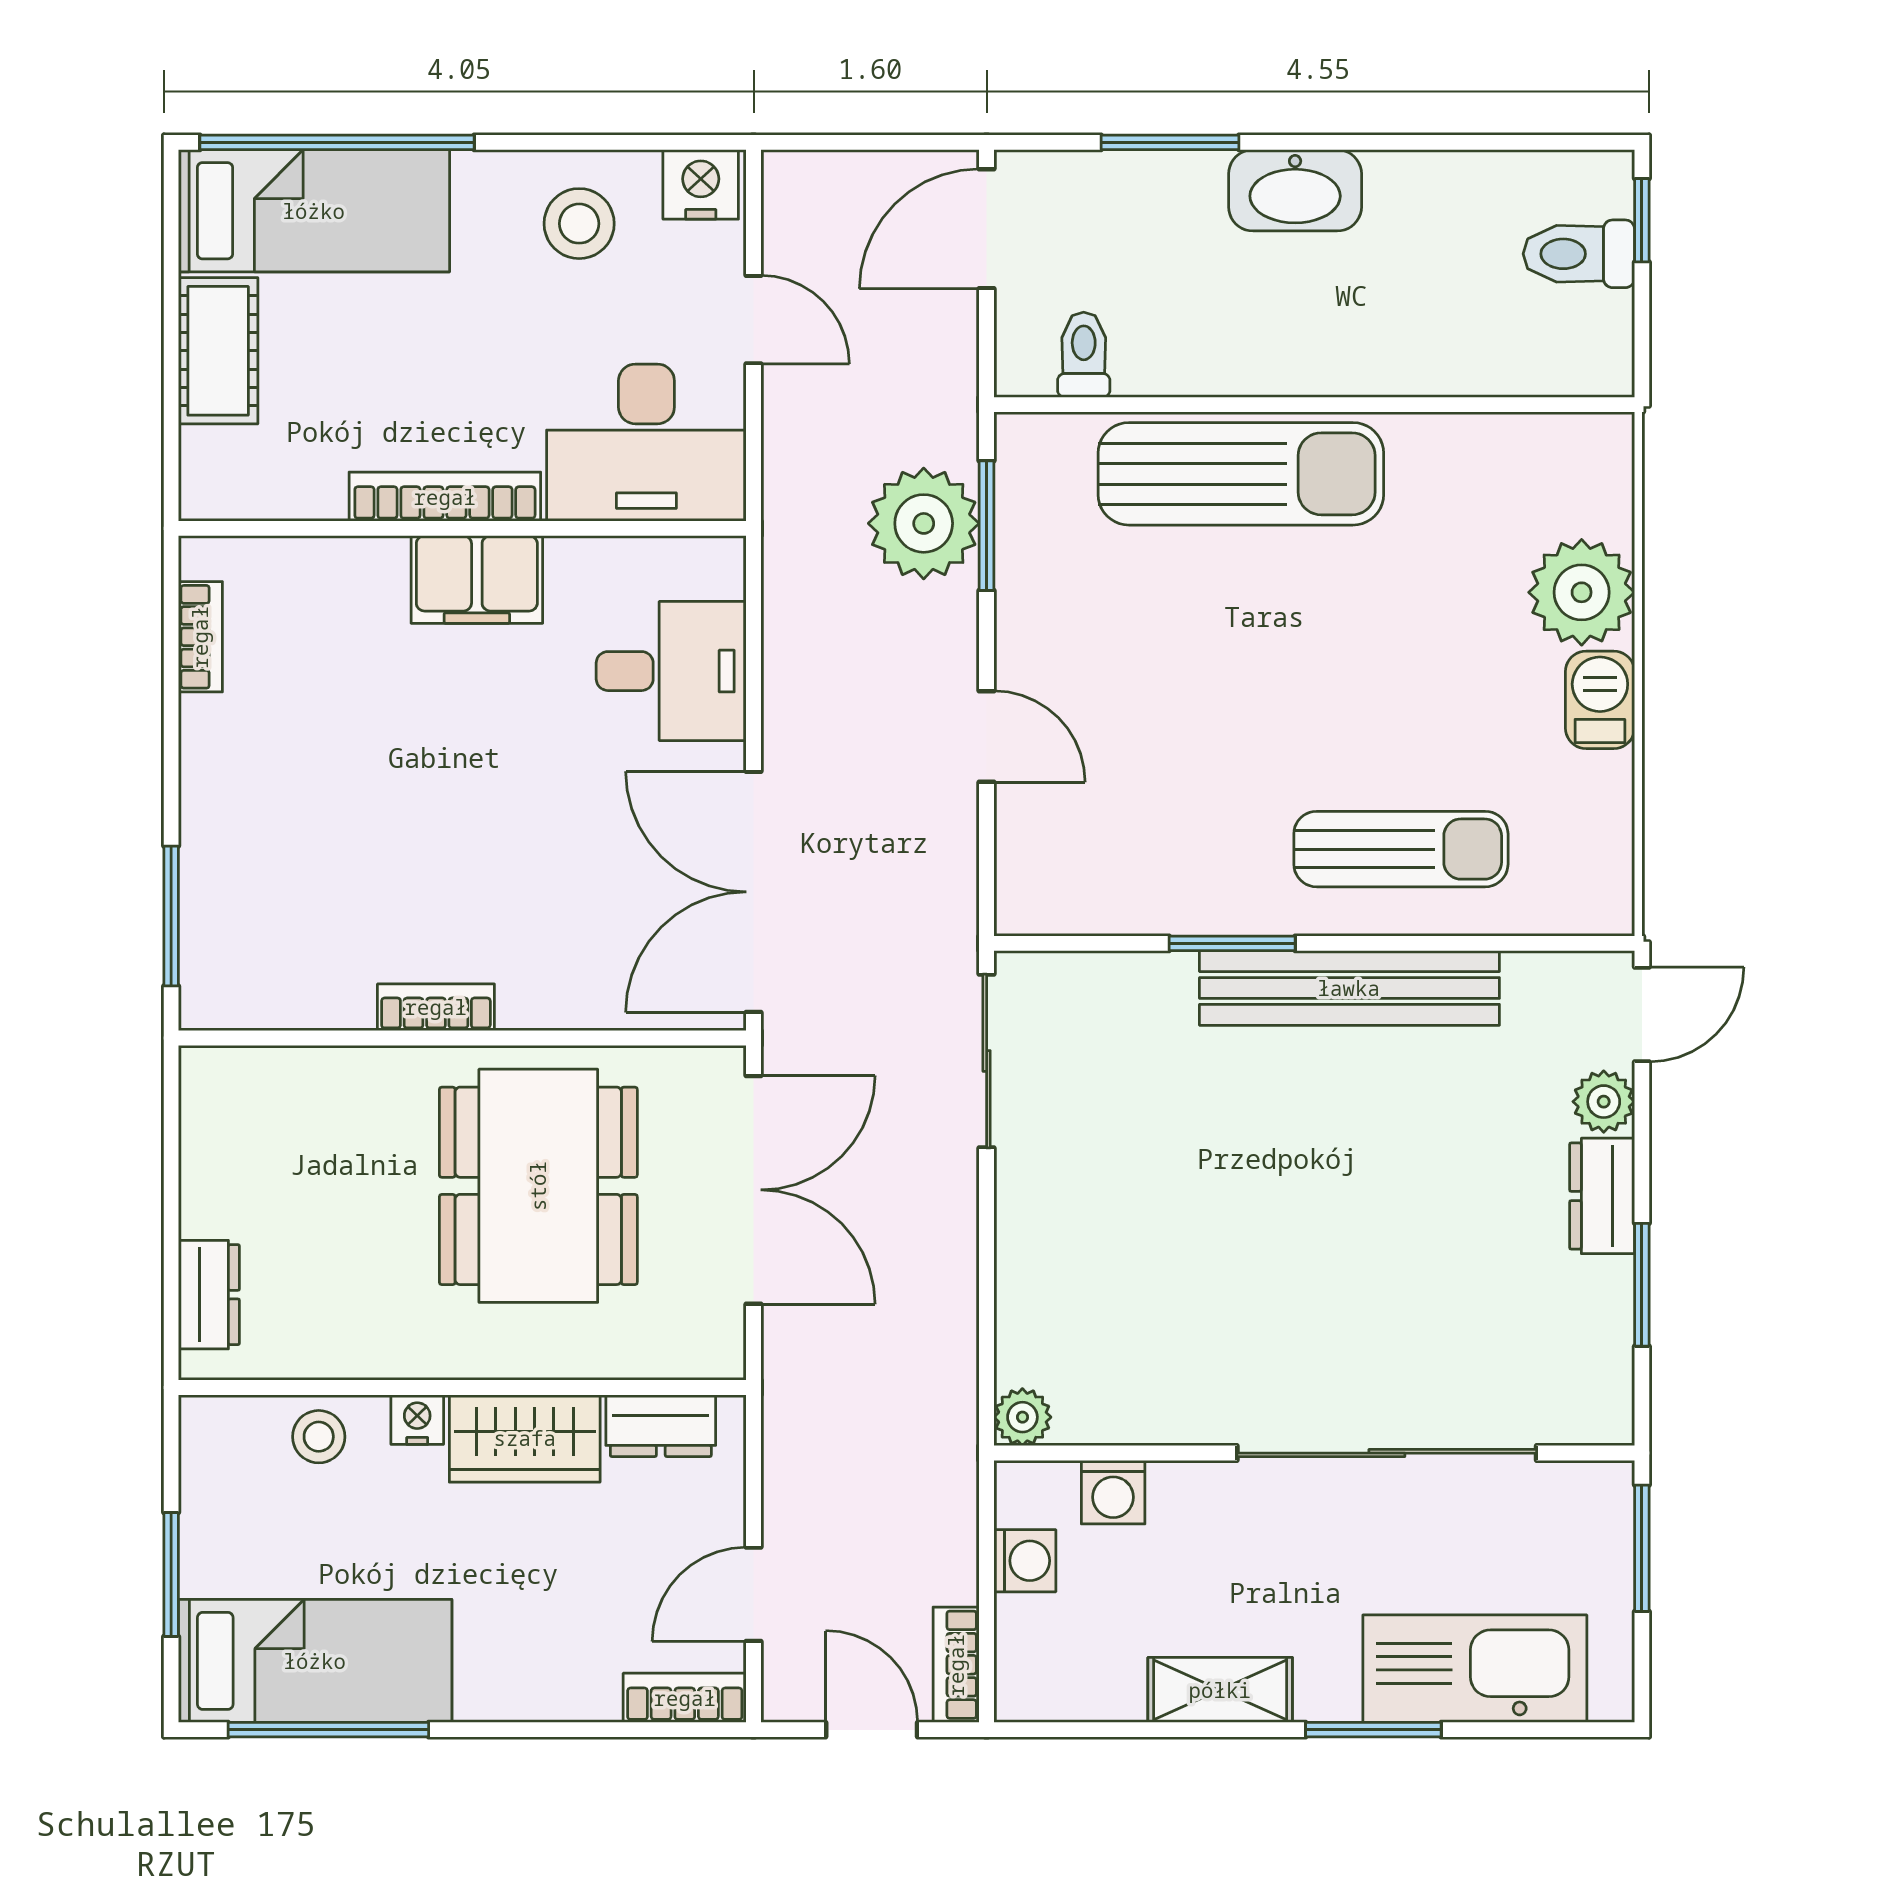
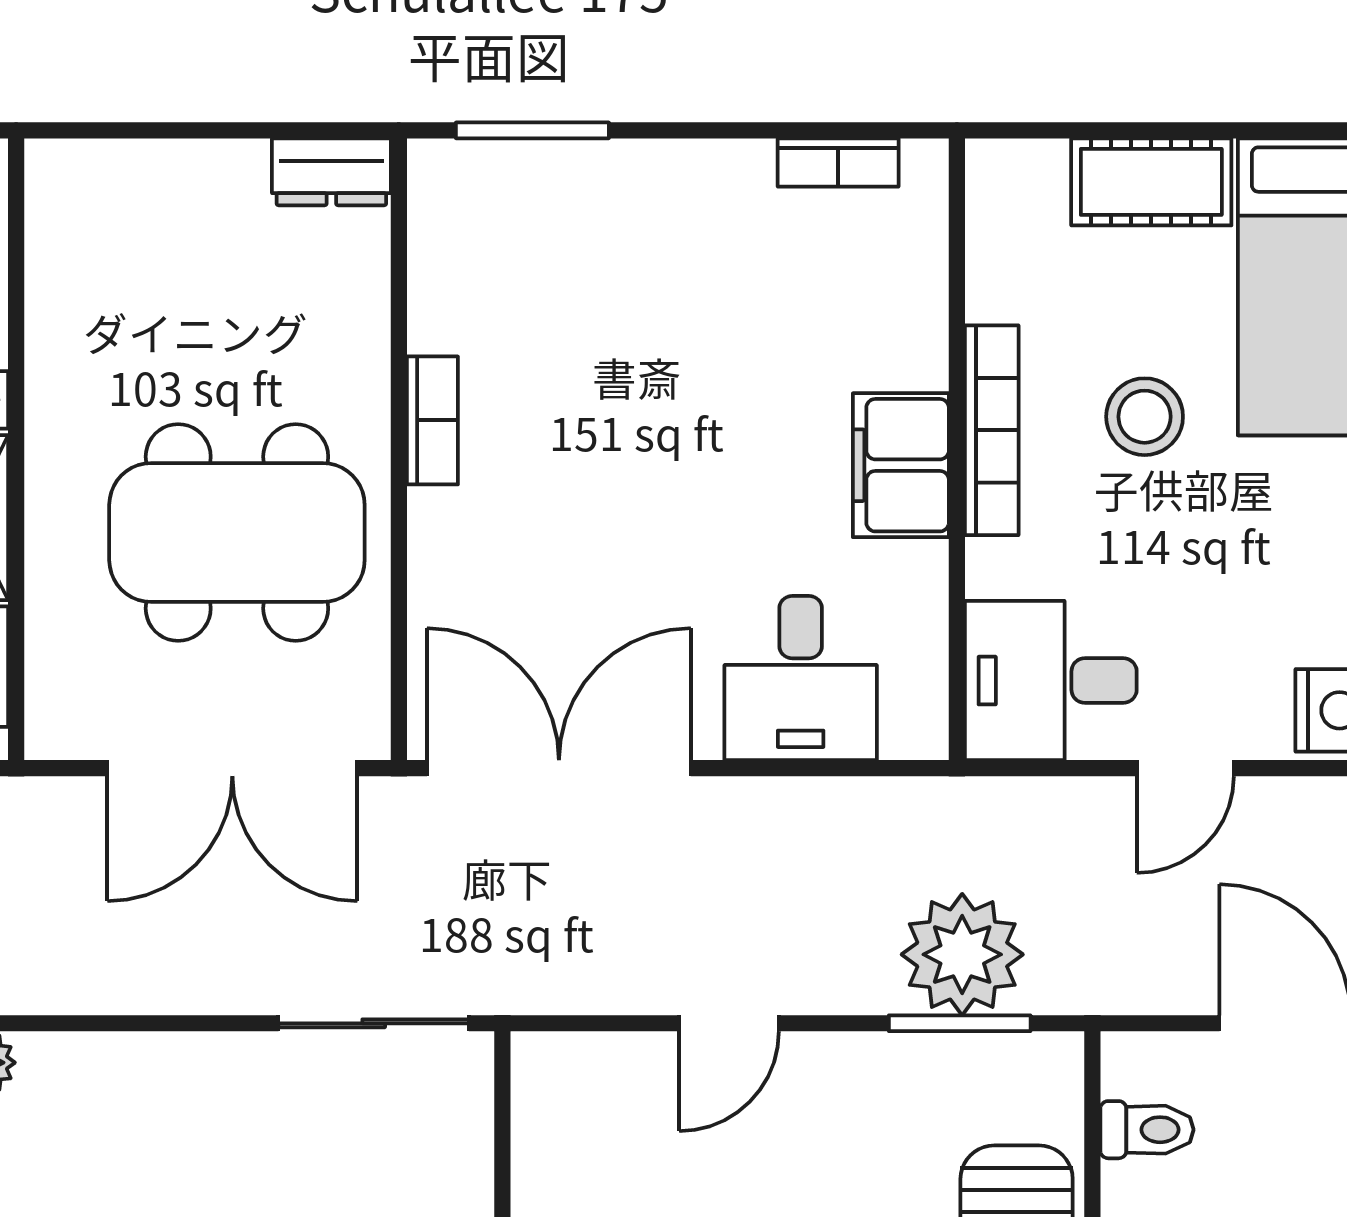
stool: (579, 224) -> (1145, 417), moved
desk: (646, 443) -> (1051, 681), width x0.73
dresser: (209, 1295) -> (331, 172), moved

